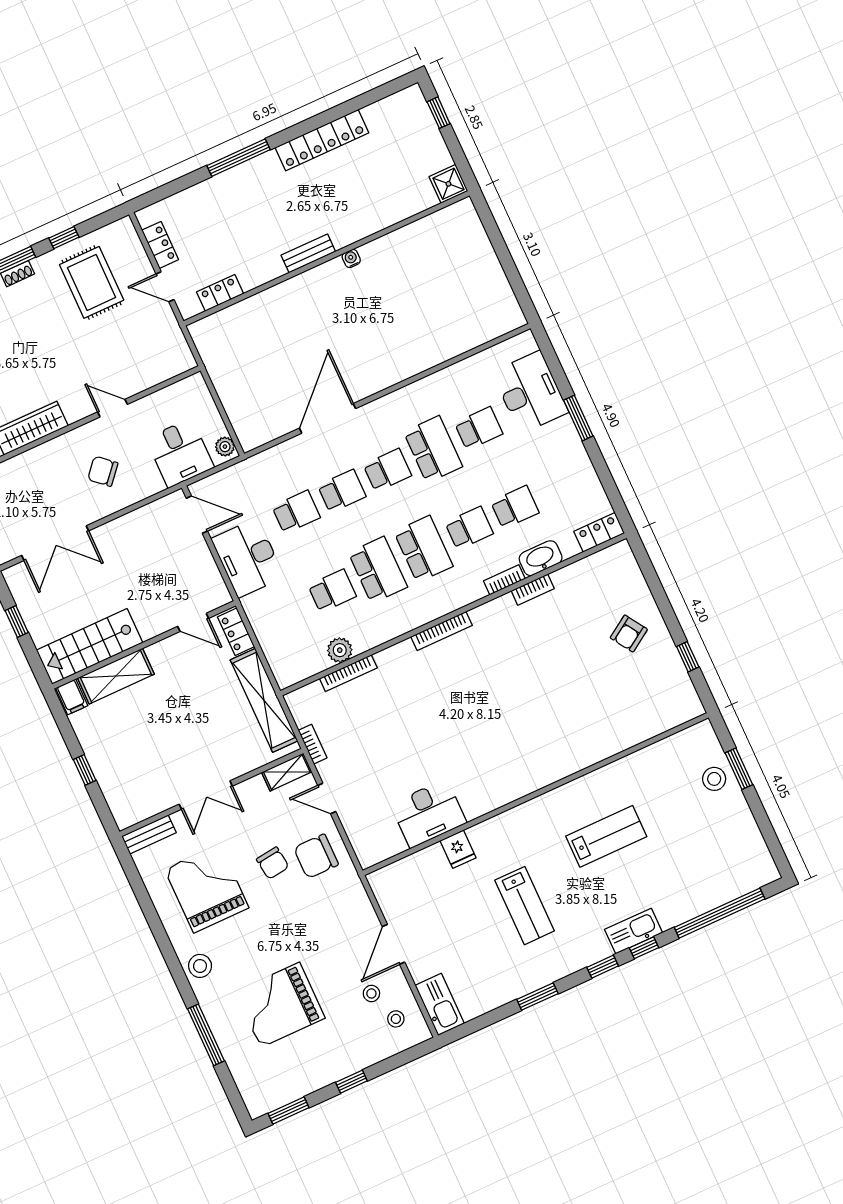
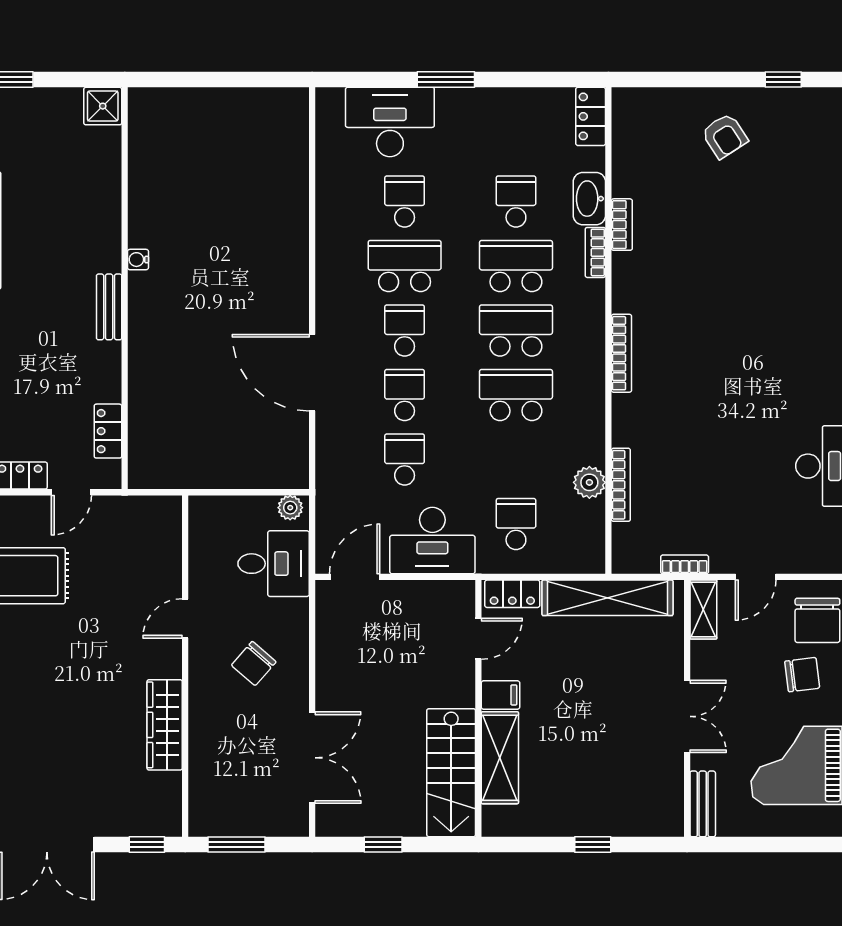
school desk: (469, 528) -> (516, 266), width x1.85
school desk: (332, 591) -> (516, 524), moved
filing cabinet: (72, 697) -> (501, 695), moved

